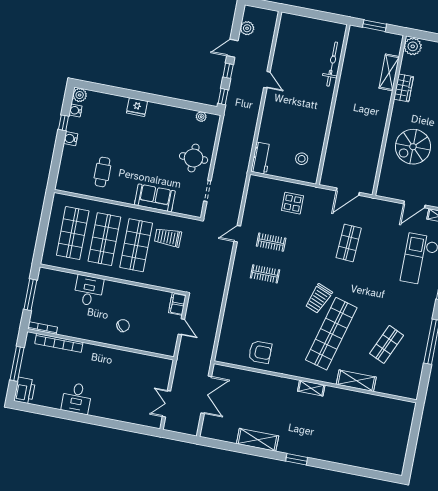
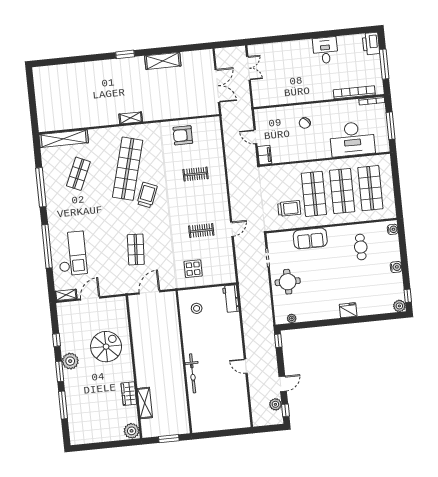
bicycle: (332, 64) -> (193, 373), moved
window: (228, 71) -> (285, 410), moved
water cooler: (75, 110) -> (393, 229), moved
window: (63, 123) -> (408, 296), moved
clothes rail: (265, 274) -> (196, 174), moved
desk: (89, 291) -> (352, 139), width x1.87, depth x1.30
shelving: (356, 381) -> (64, 139), moved, width x1.47
double door: (206, 395) -> (217, 86), swing flipped

